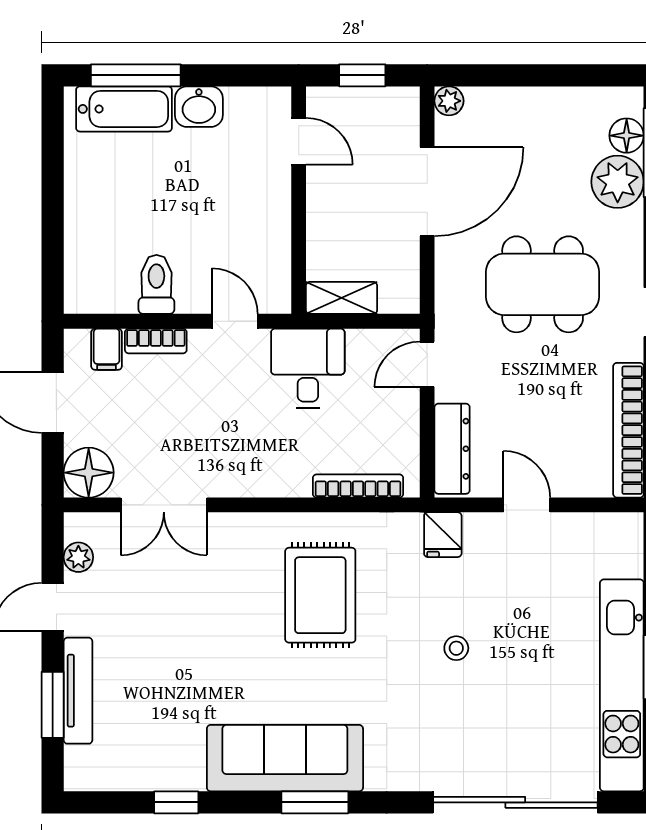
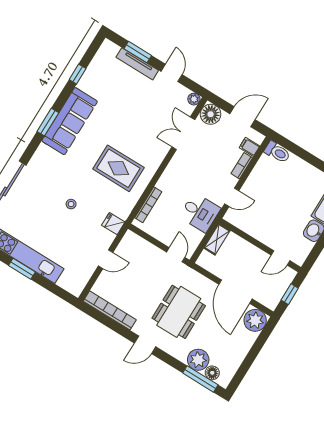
plant: (449, 101) -> (255, 320), width x1.87, depth x1.87
toilet: (156, 284) -> (277, 152), moved
dresser: (452, 449) -> (141, 245), removed
plant: (78, 557) -> (194, 99), moved

